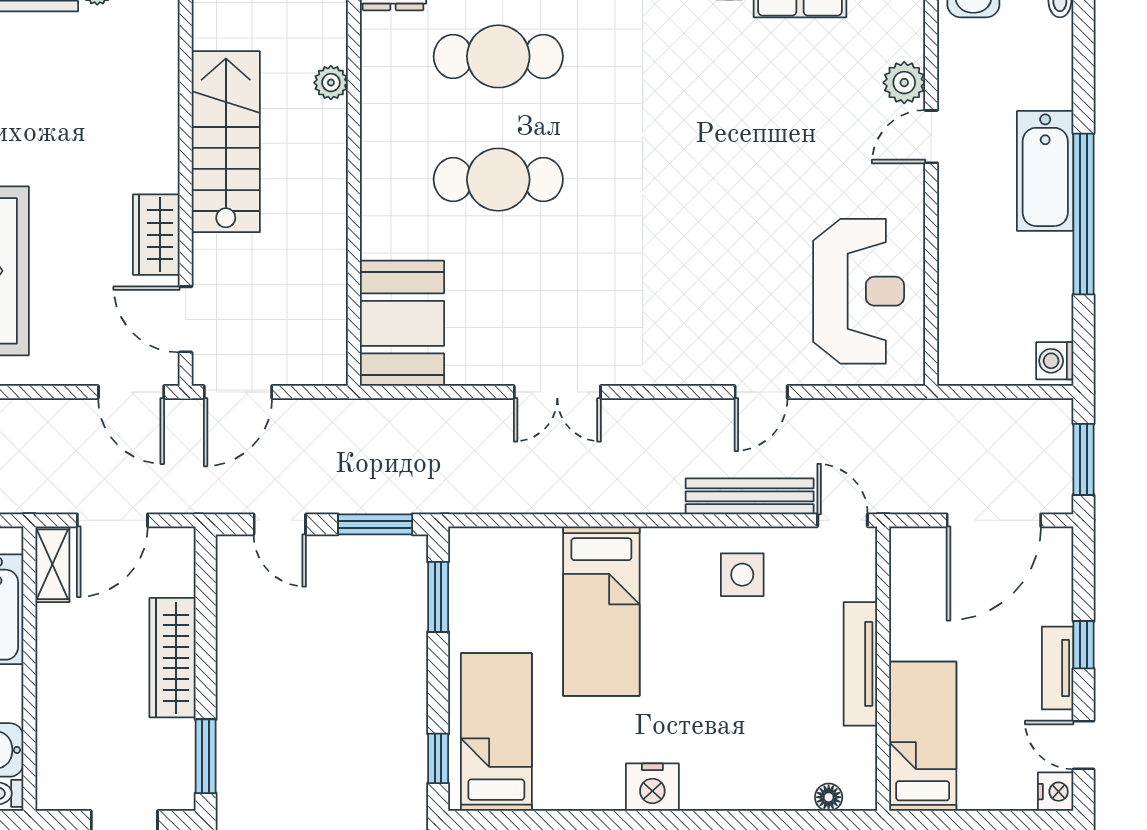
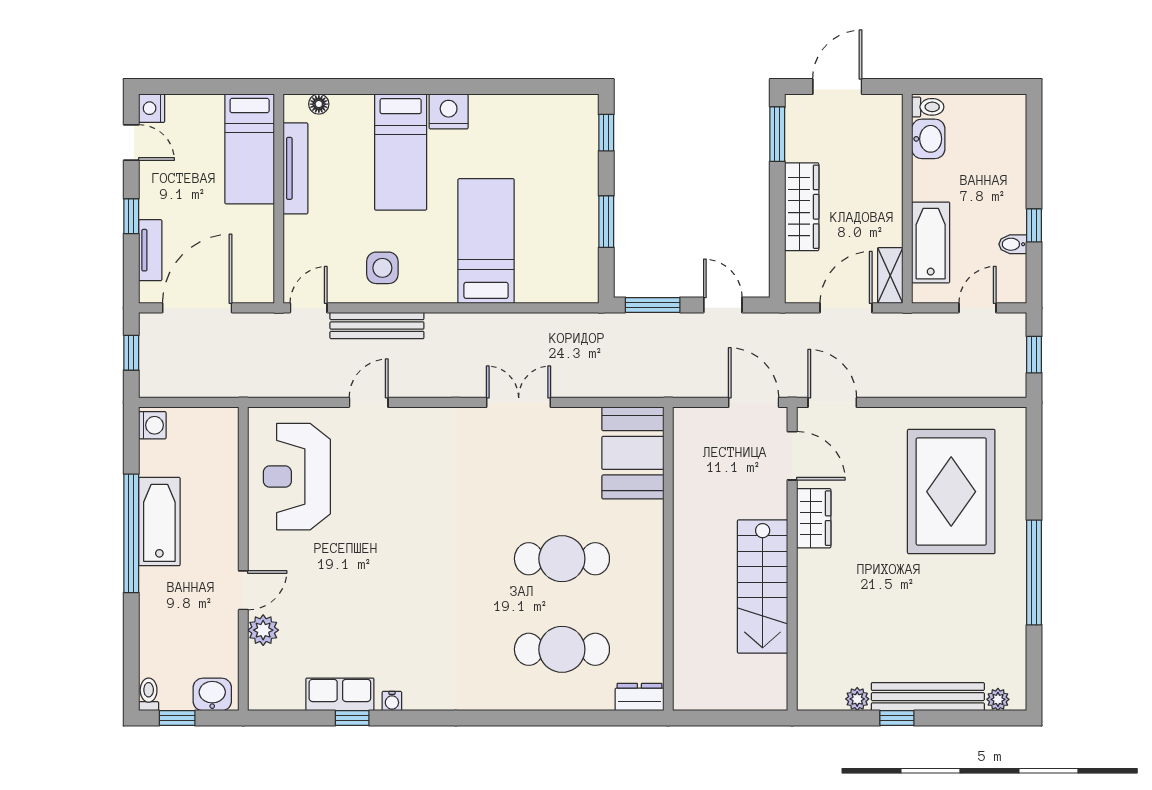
plant: (331, 83) -> (685, 630), removed
bathtub: (1045, 171) -> (159, 522), moved
door: (238, 392) -> (754, 402), hinge flipped
window: (1083, 459) -> (131, 353), width x0.67
door: (843, 520) -> (309, 308), swing flipped
window: (438, 597) -> (606, 222), moved
tv unit: (860, 664) -> (295, 168), moved
tv unit: (1058, 668) -> (150, 250), moved
bed: (496, 732) -> (401, 152), moved

